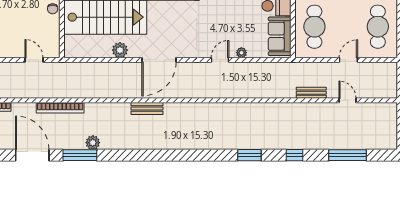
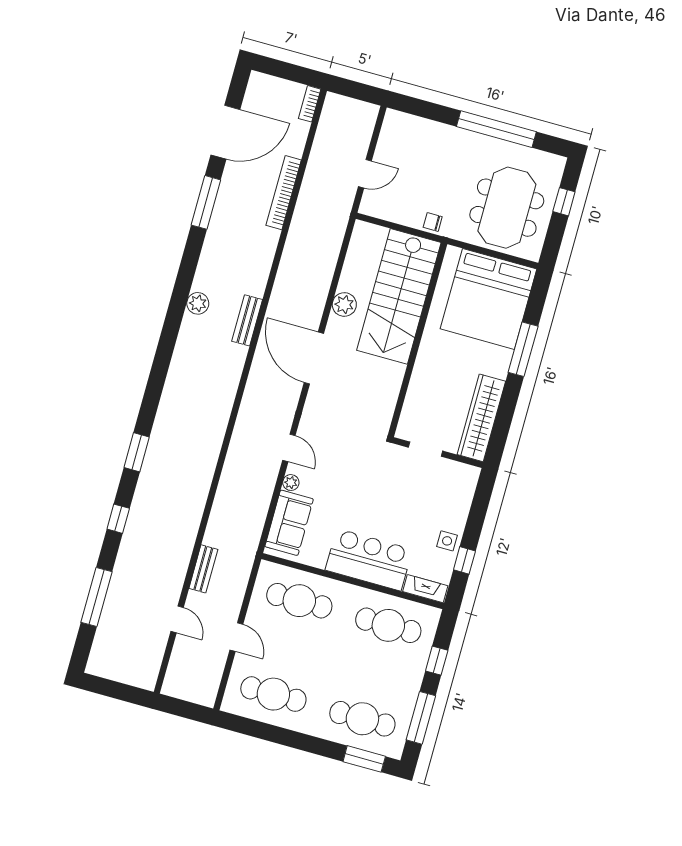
sofa: (280, 36) -> (289, 523), moved, turned 90
door: (348, 100) -> (177, 619), hinge flipped
plant: (93, 143) -> (198, 303), moved

